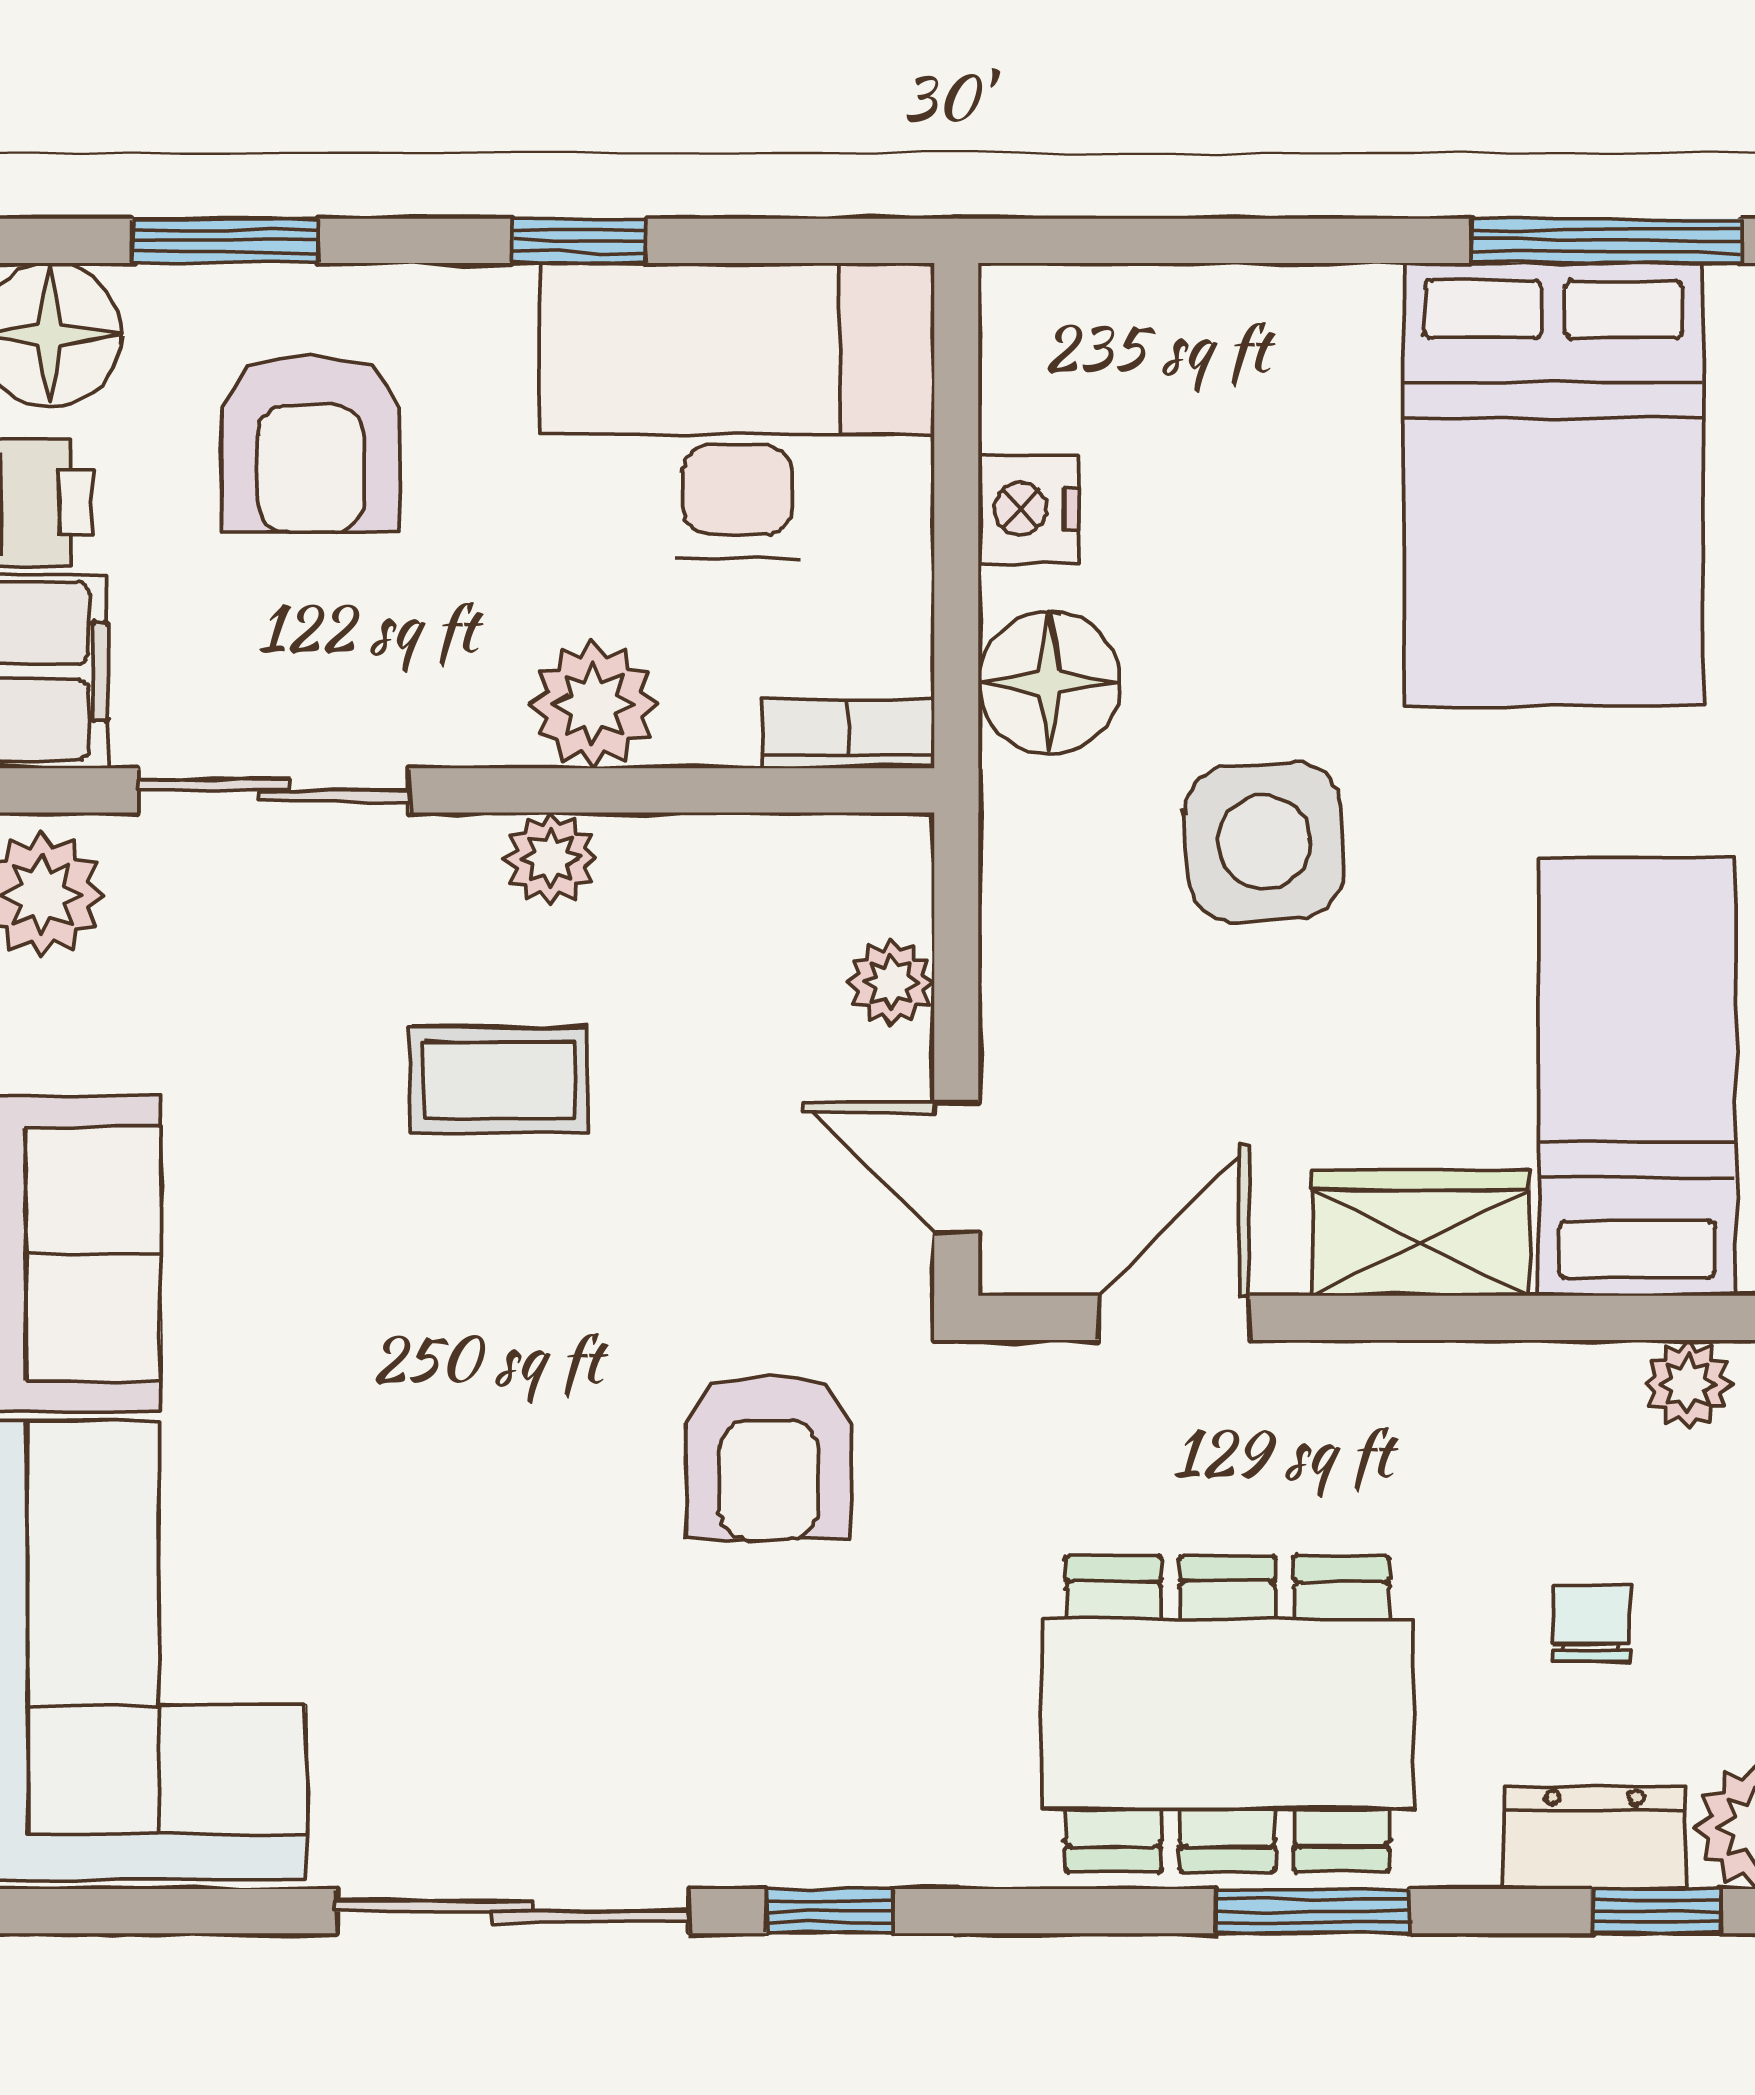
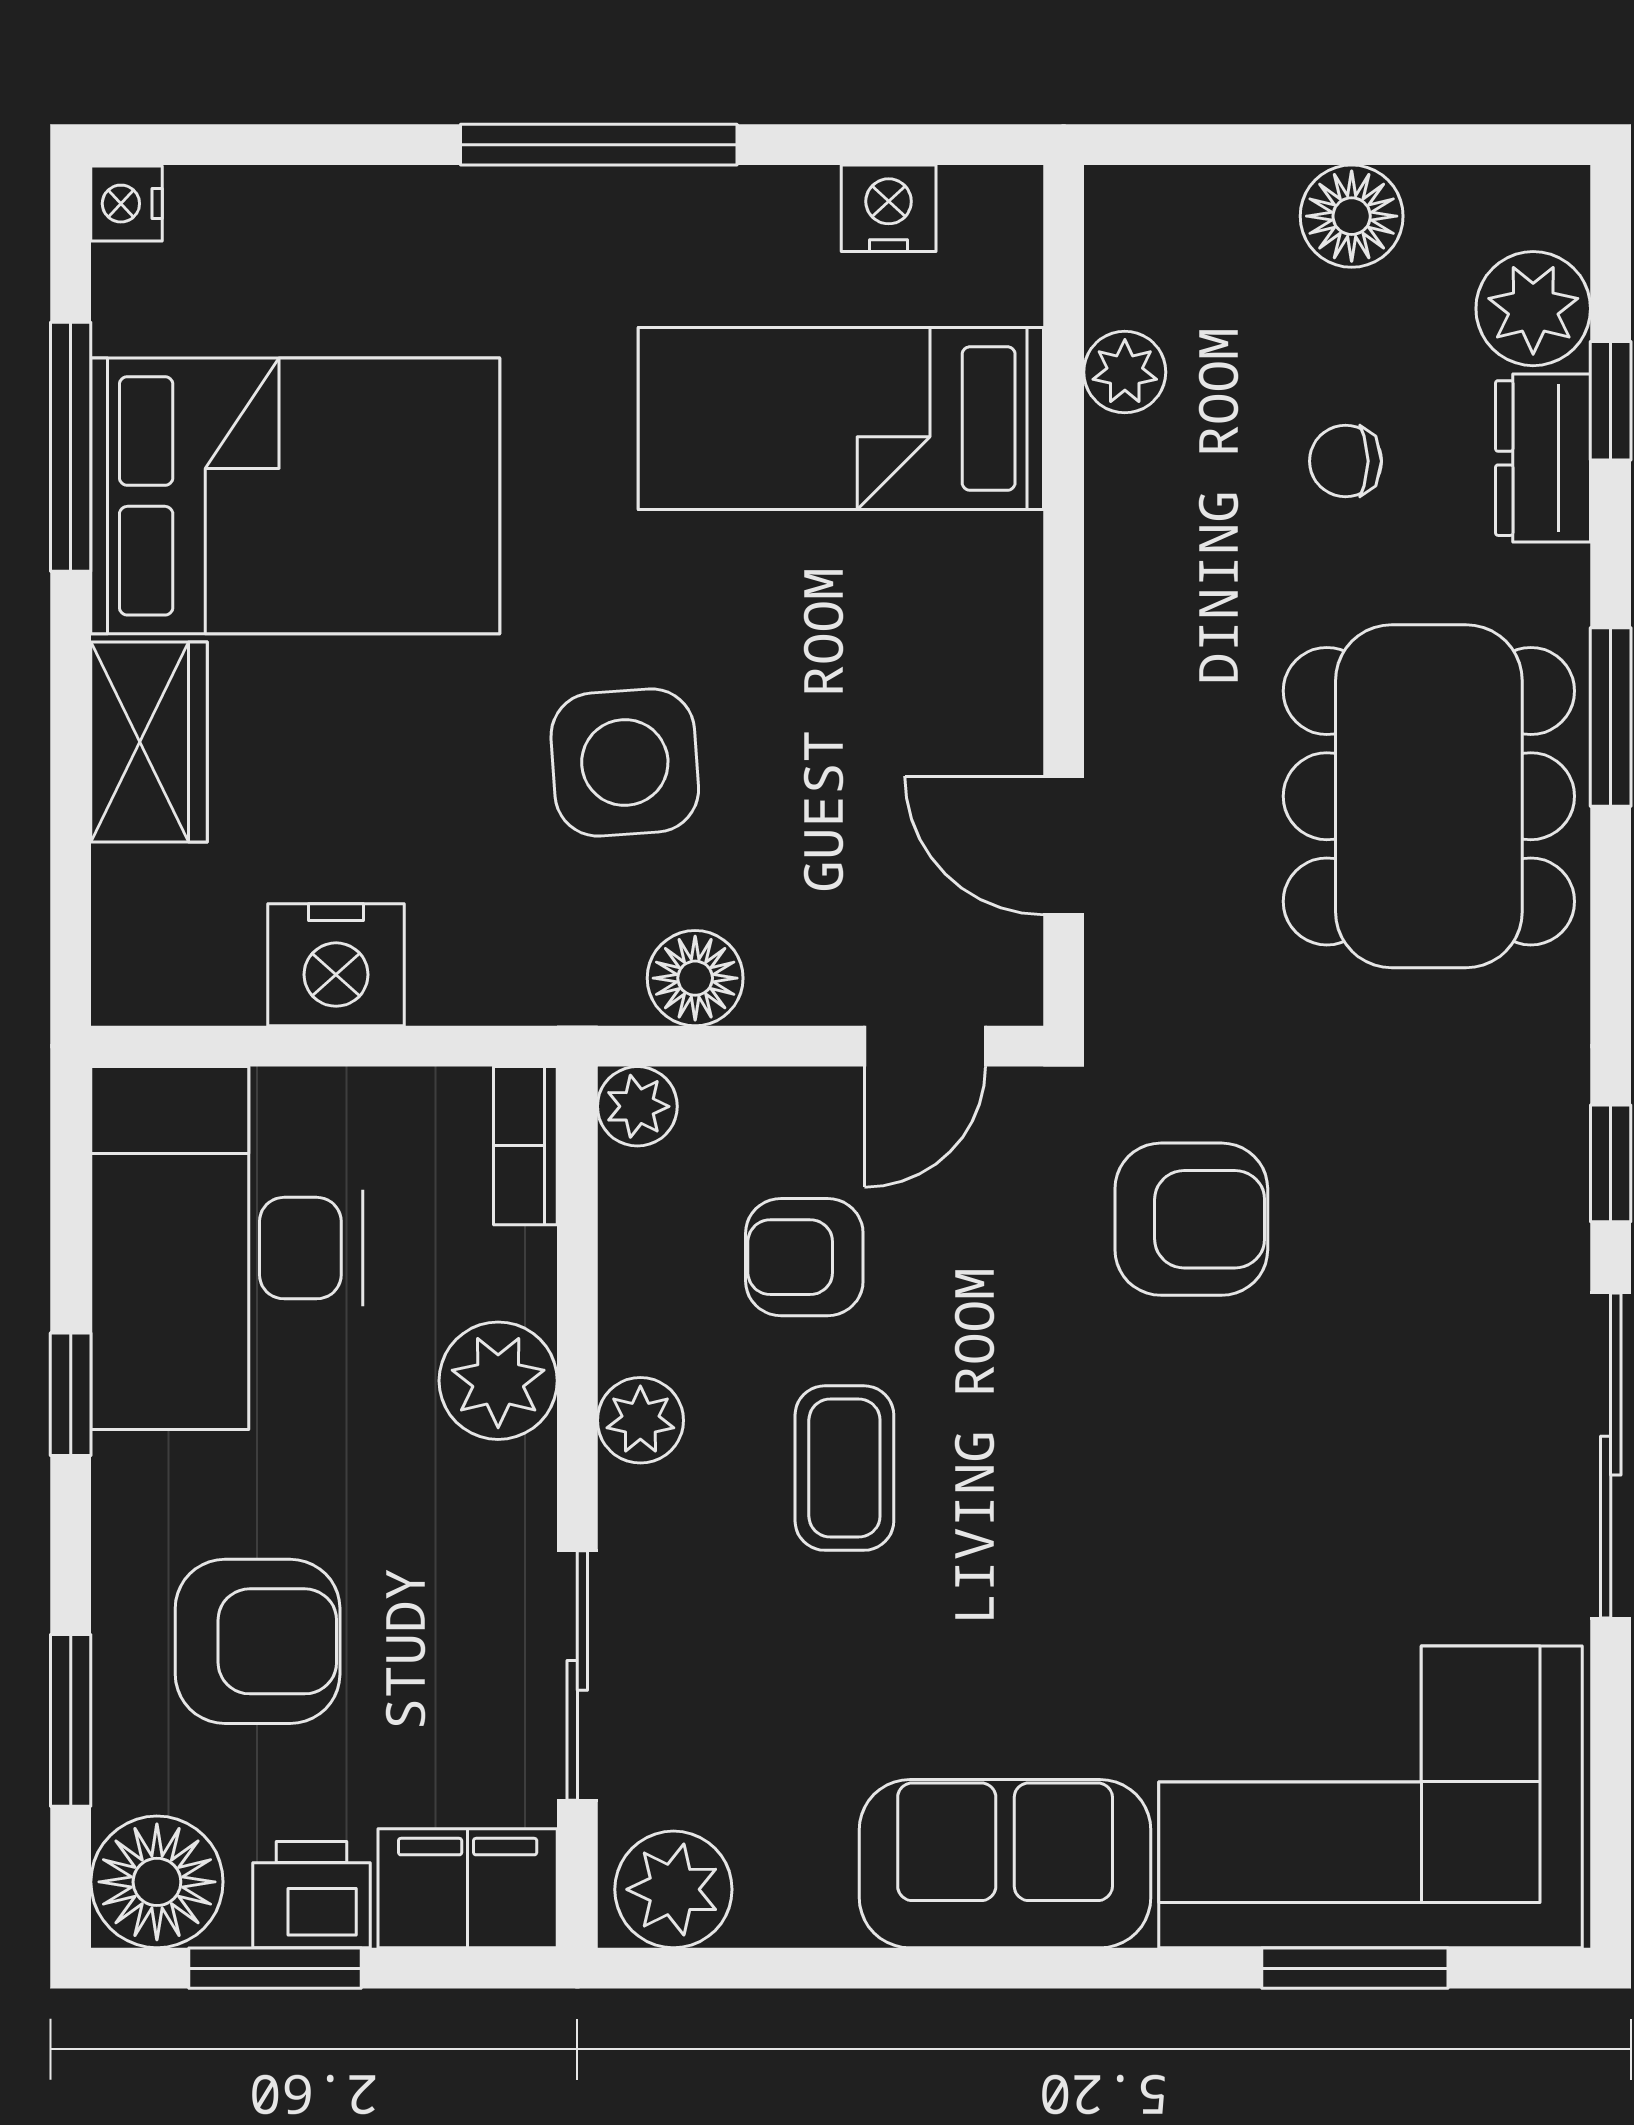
nightstand: (1028, 509) -> (336, 965), width x1.36, depth x1.33
floor lamp: (1050, 683) -> (695, 978), moved, width x0.73, depth x0.73
plant: (891, 982) -> (637, 1106), moved
armchair: (728, 1037) -> (804, 1257), added
wardrobe: (1421, 1233) -> (149, 742), moved, turned 180

